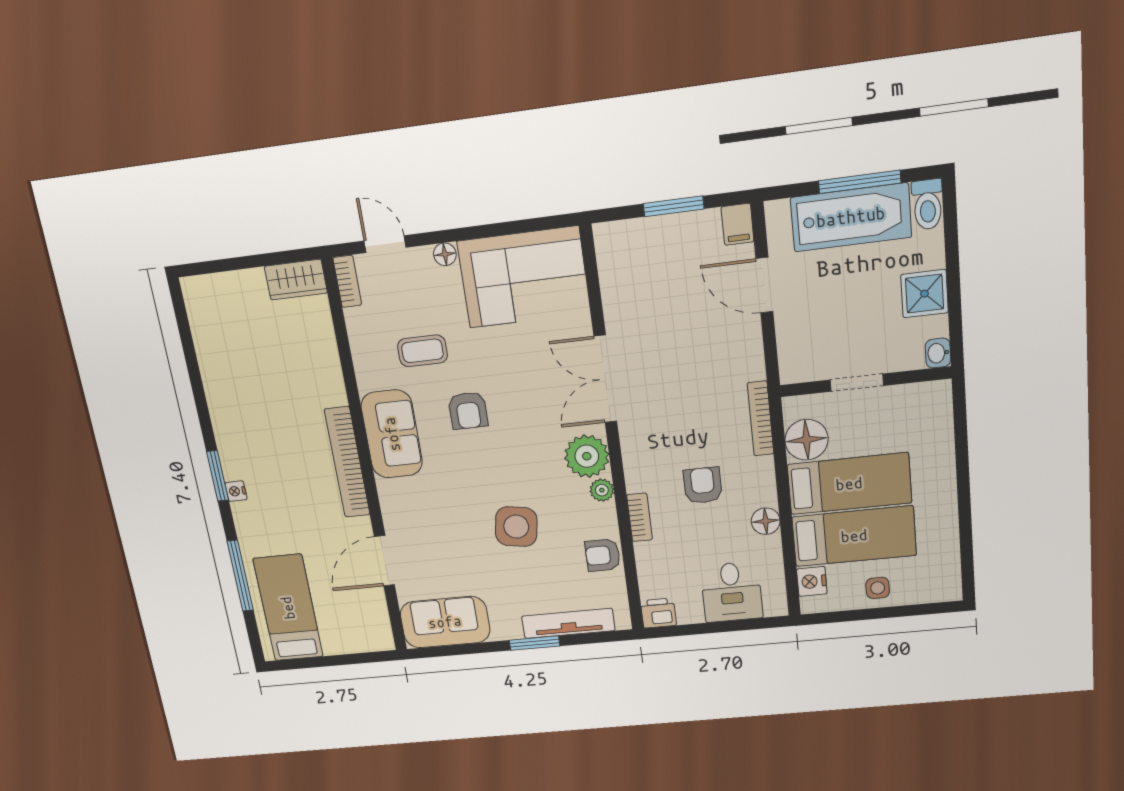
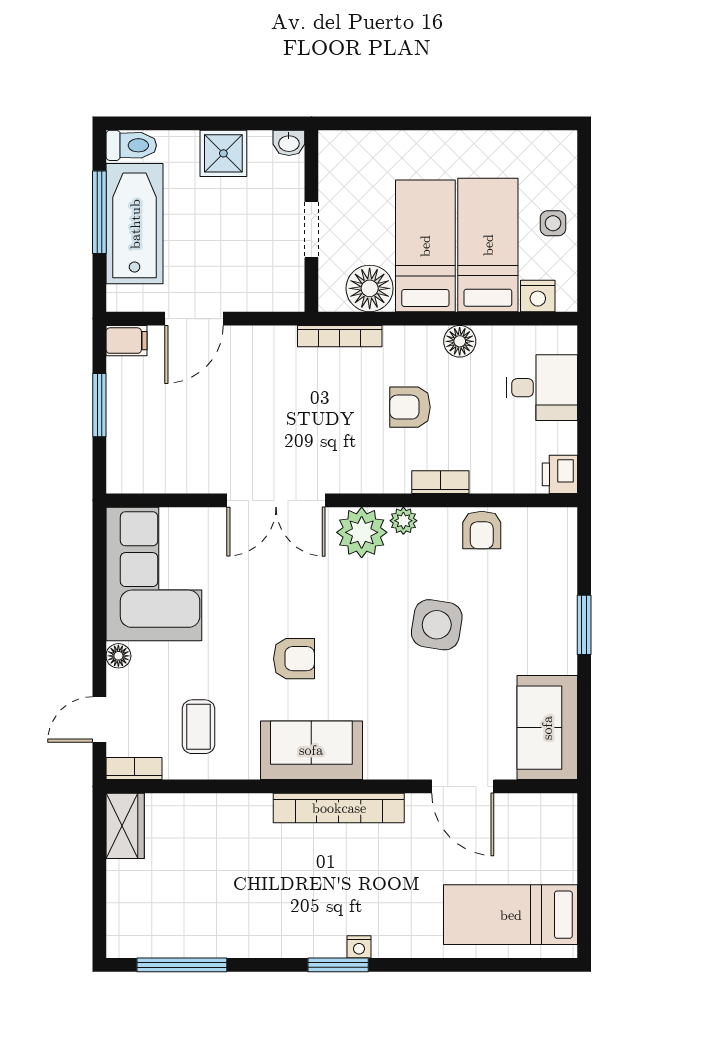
coffee table: (422, 351) -> (198, 727), moved
window: (240, 576) -> (182, 965), moved
tv unit: (568, 623) -> (563, 581), removed

